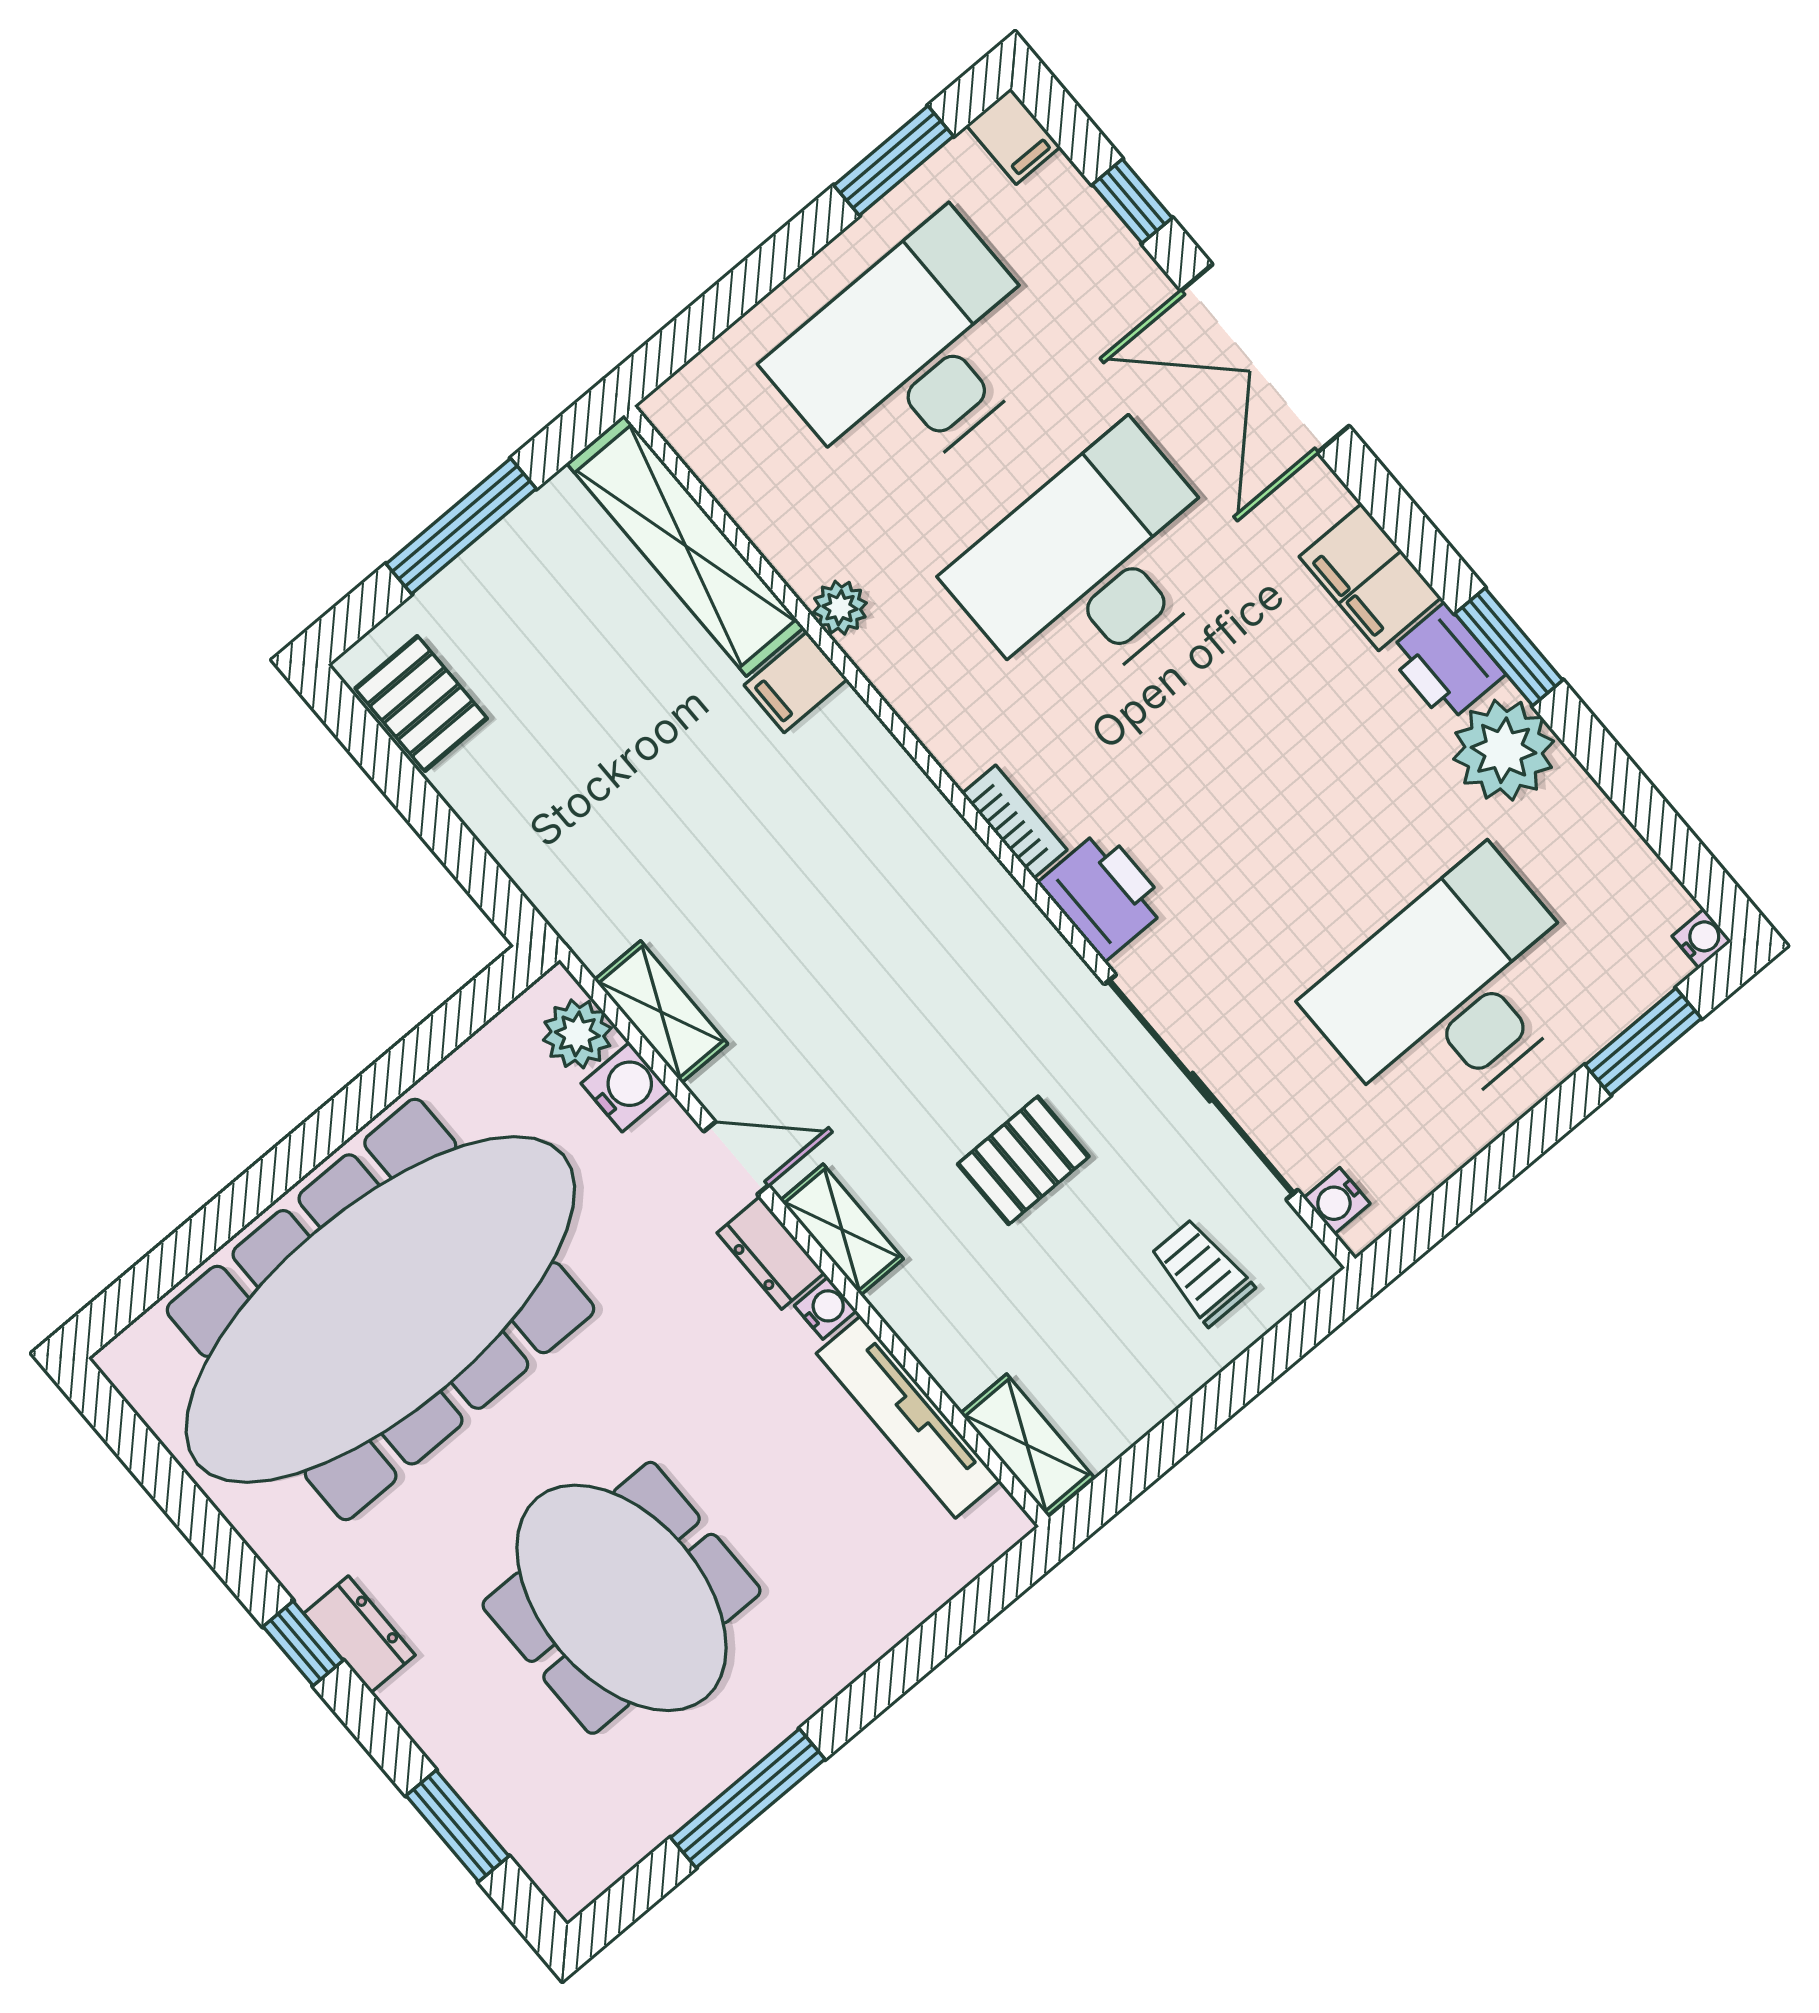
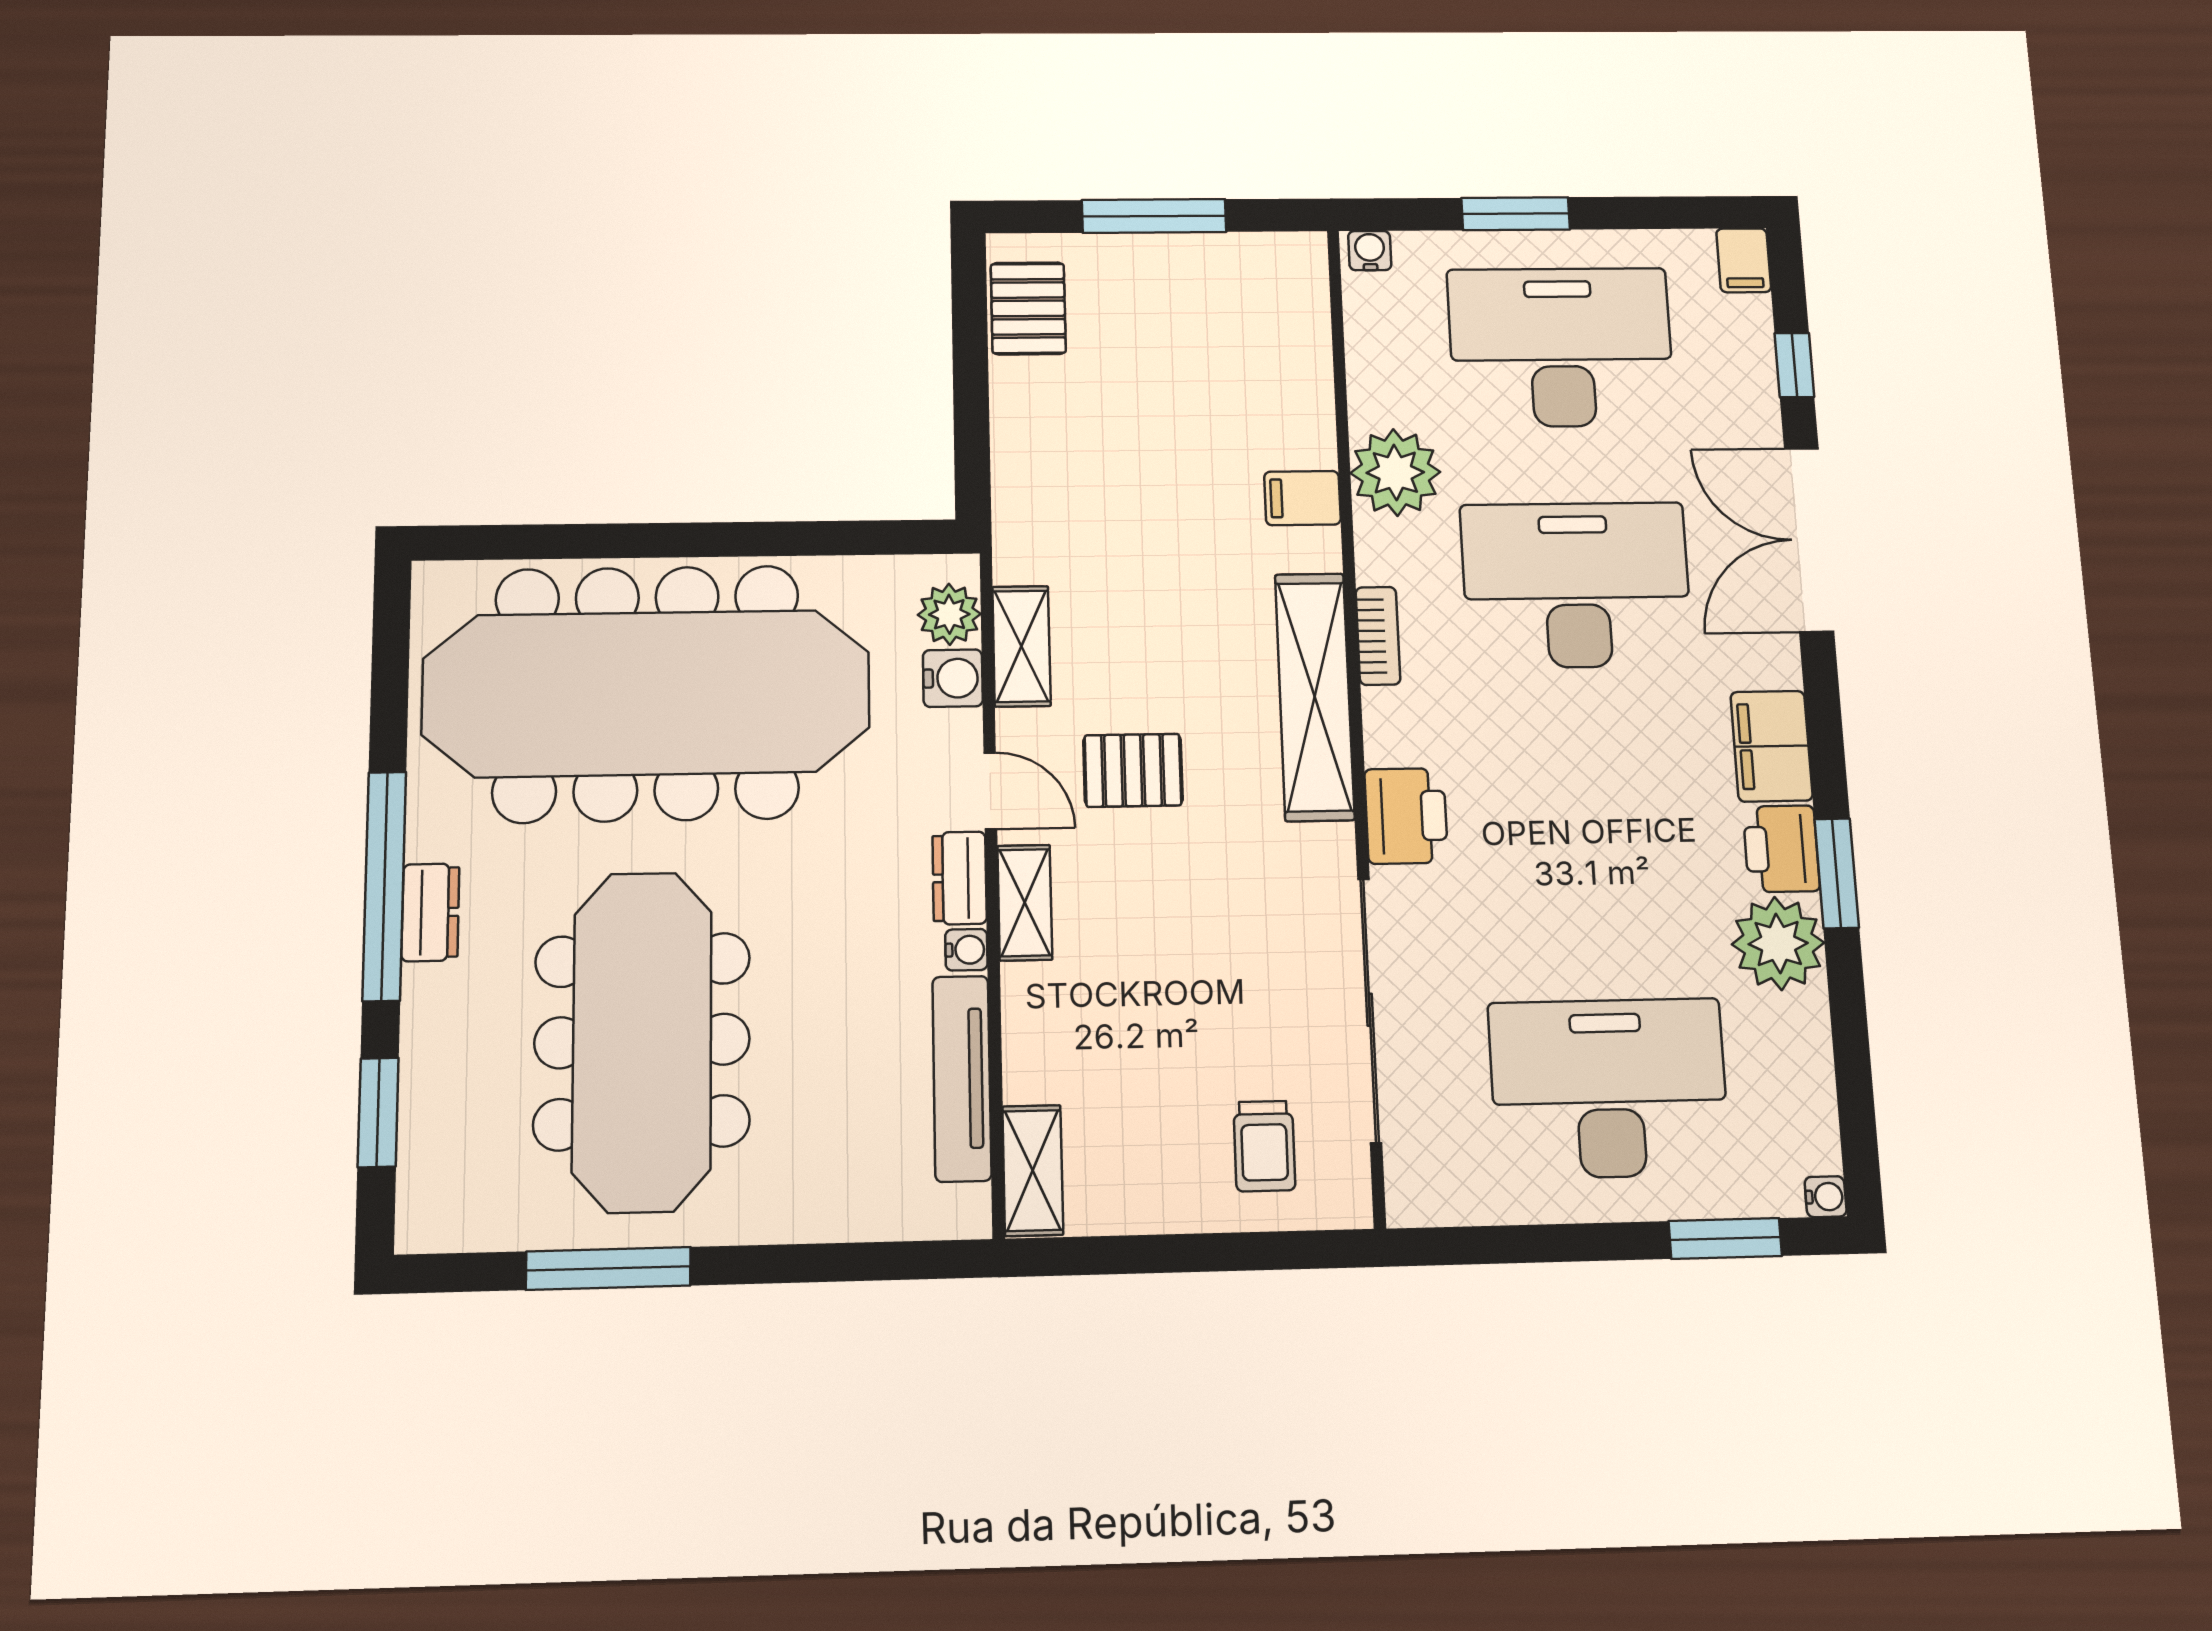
window: (894, 161) -> (1516, 214), moved
shelving: (686, 546) -> (1315, 696), moved
plant: (840, 608) -> (1395, 473), width x1.88, depth x1.88
bookcase: (1015, 822) -> (1378, 636), moved
pallet: (1023, 1160) -> (1133, 770), moved
water cooler: (1337, 1201) -> (1370, 251), moved, turned 90
trolley: (1202, 1272) -> (1264, 1146), turned 180
meeting table: (621, 1598) -> (642, 1041), width x1.36
window: (303, 1643) -> (384, 886), width x3.17

